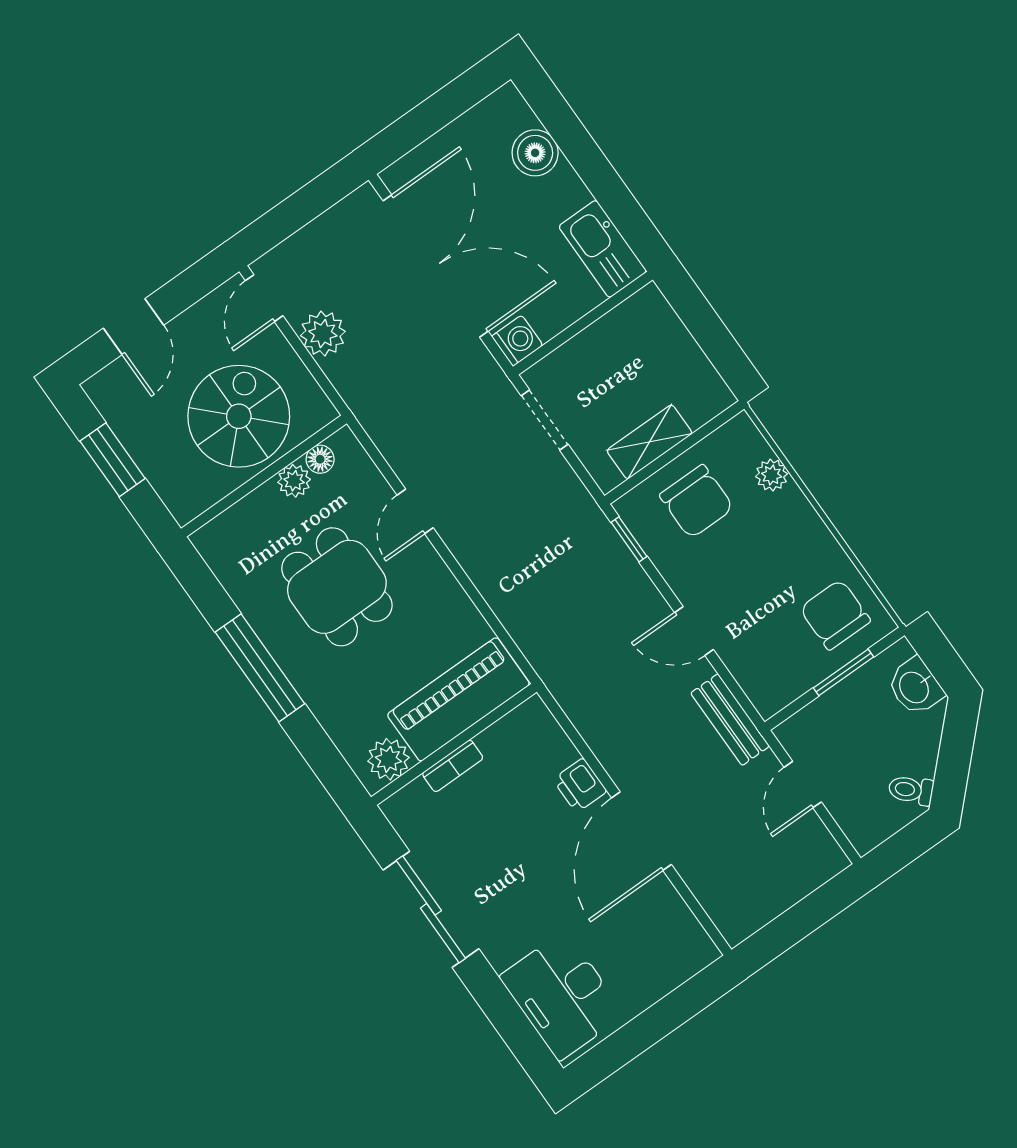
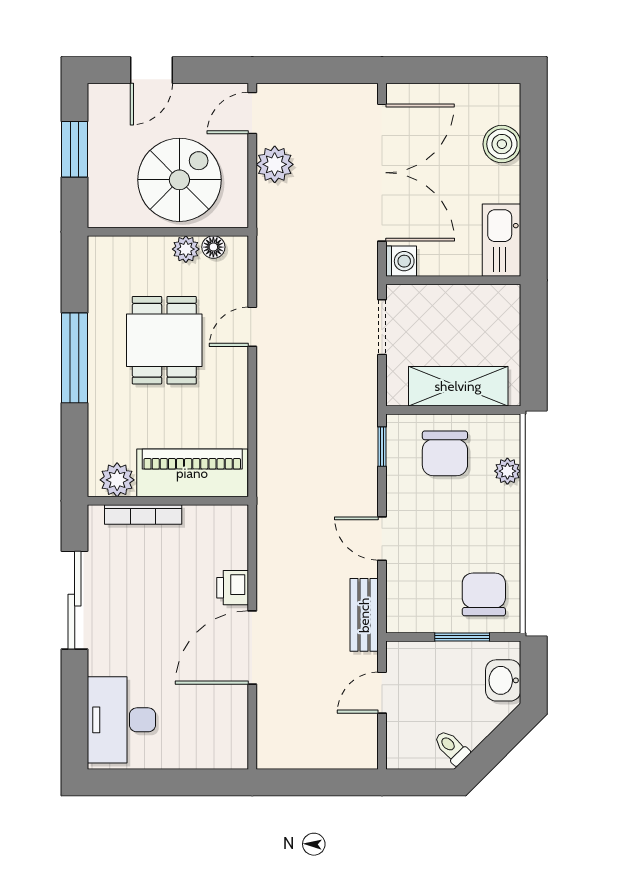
shelving: (649, 442) -> (458, 386), width x1.50, depth x1.33
bookcase: (453, 766) -> (143, 515), width x1.56

